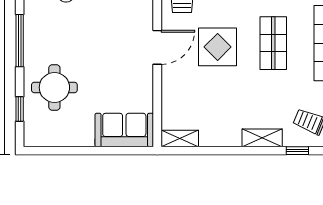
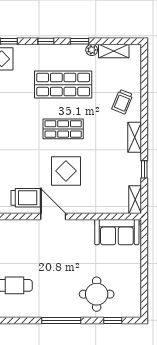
door: (157, 47) -> (53, 216), moved
sofa: (124, 130) -> (117, 232), moved, turned -90
window: (297, 151) -> (144, 169), moved

